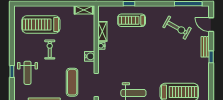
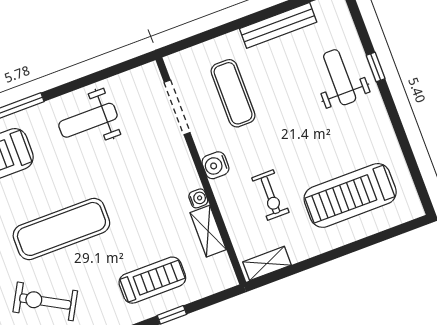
treadmill: (41, 25) -> (350, 195), turned 180
exercise bike: (50, 50) -> (270, 195), moved
exercise mat: (160, 54) -> (61, 229), added

